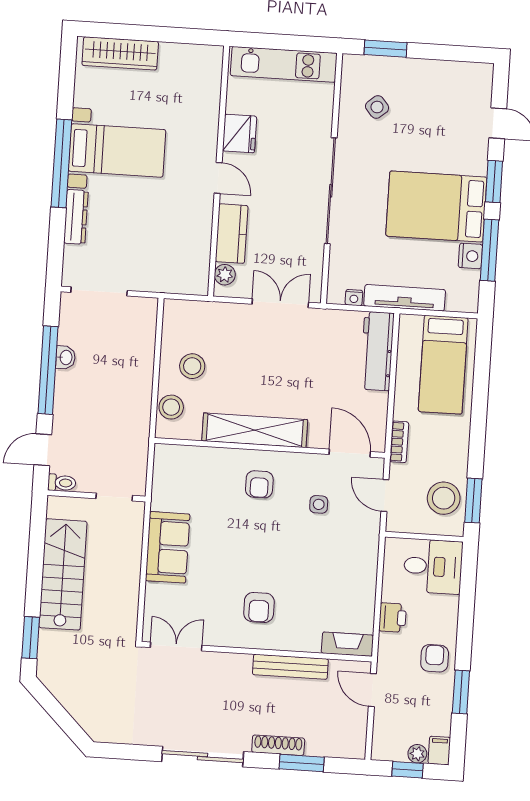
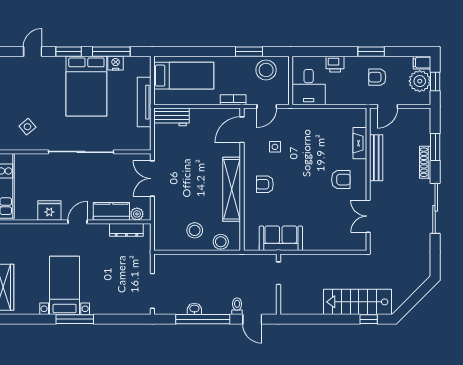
window: (61, 163) -> (75, 319), width x0.68
dresser: (76, 217) -> (126, 230), moved, turned 180
nightstand: (354, 298) -> (146, 133), removed
workbench: (377, 351) -> (171, 117), width x0.73
toilet: (62, 483) -> (237, 306), moved
armchair: (259, 484) -> (265, 184), turned 180
window: (473, 501) -> (249, 52), moved
sofa: (168, 547) -> (281, 238), moved
desk: (433, 566) -> (309, 87), moved, turned 180
stairs: (63, 574) -> (358, 302), moved
printer: (393, 618) -> (335, 64), moved, turned 180
window: (31, 638) -> (369, 319), width x0.67
fireplace: (347, 644) -> (360, 143), moved
double door: (176, 646) -> (368, 216), moved
armchair: (435, 658) -> (377, 77), moved
window: (461, 692) -> (371, 52), moved
plant: (417, 754) -> (420, 81), width x1.88, depth x1.88

